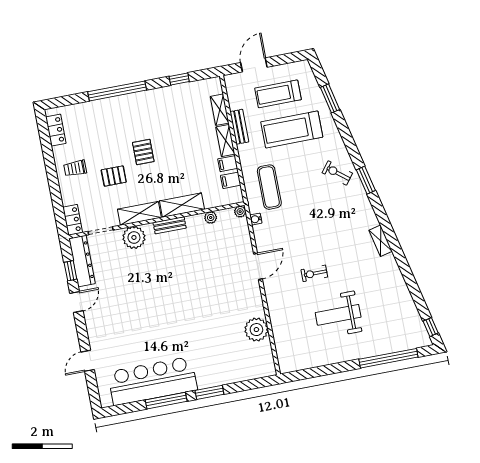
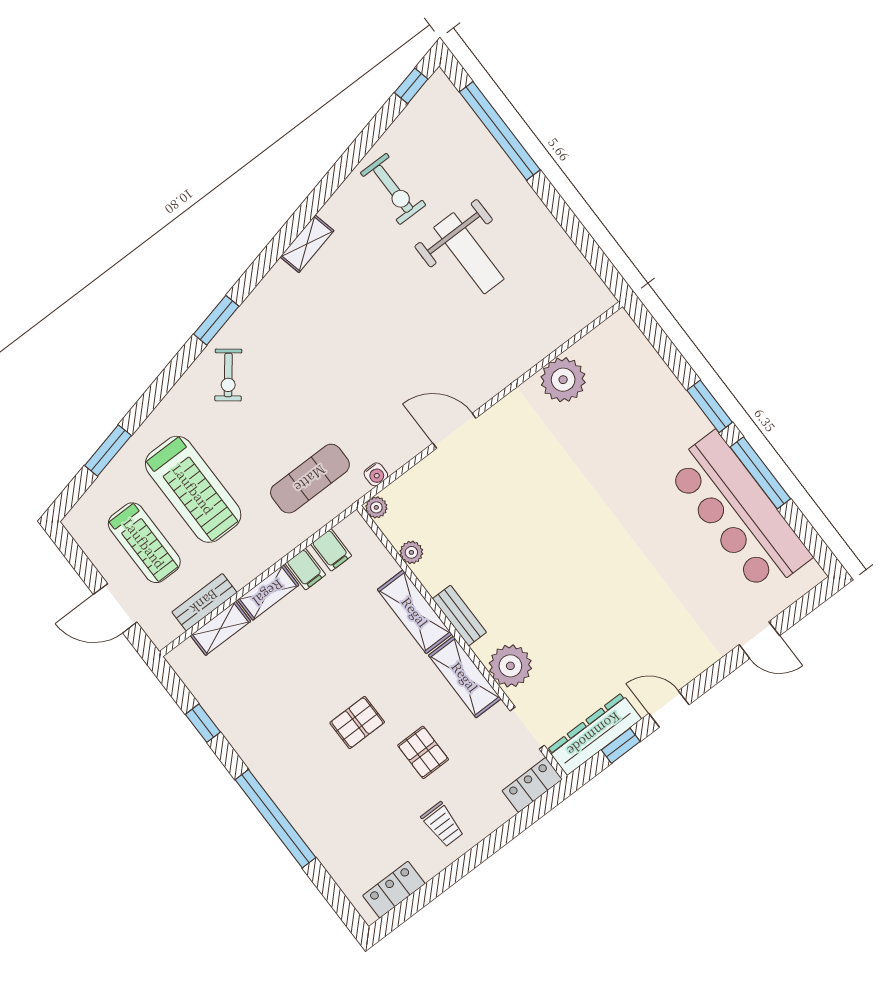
bench: (239, 127) -> (204, 602), moved
exercise bike: (314, 273) -> (393, 189), moved, width x1.38, depth x1.39

